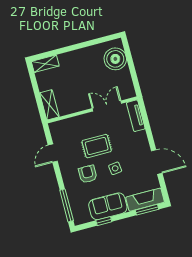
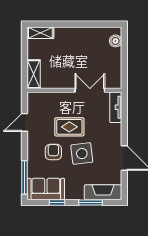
boiler: (115, 59) -> (116, 41), width x0.54, depth x0.54
side table: (115, 168) -> (82, 154), width x1.87, depth x1.87
sofa: (108, 206) -> (46, 189), moved
window: (147, 210) -> (91, 202), moved

